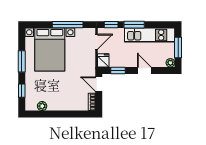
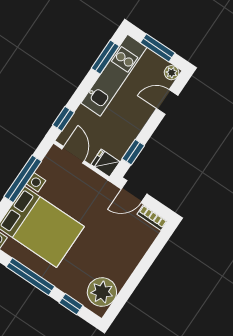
window: (134, 25) -> (105, 57), moved
window: (22, 61) -> (30, 277), width x1.44
door: (144, 70) -> (167, 102), moved
plant: (42, 106) -> (102, 292), width x1.88, depth x1.88

